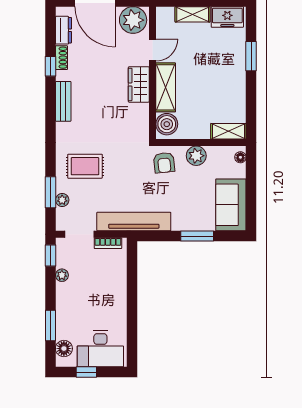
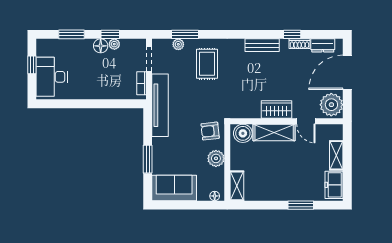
window: (50, 256) -> (110, 34), moved
floor lamp: (64, 349) -> (101, 46), moved

